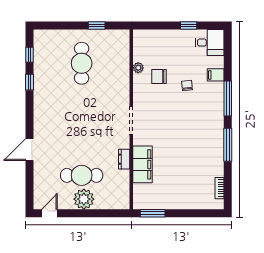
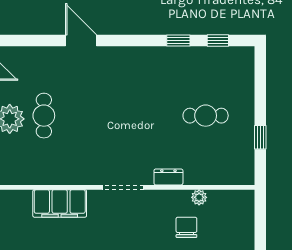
cafe table: (82, 63) -> (206, 116), width x0.73, depth x0.74
dresser: (124, 159) -> (168, 177), moved
cafe table: (82, 175) -> (44, 116), width x0.73, depth x0.74

